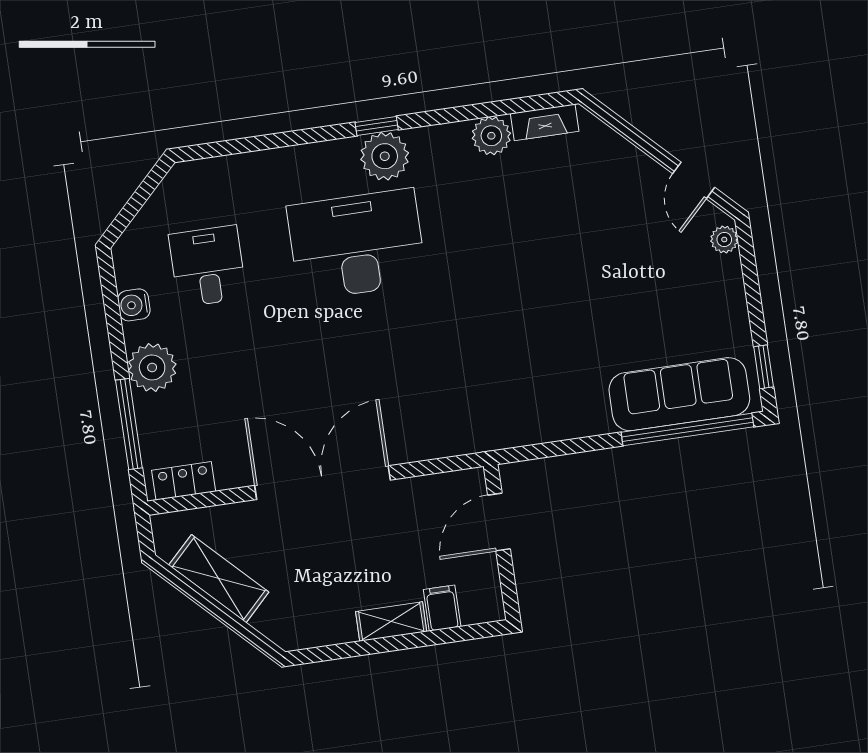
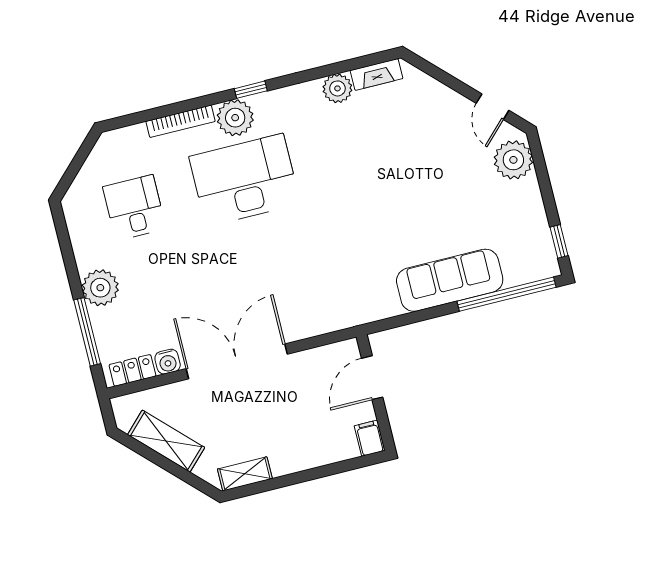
plant: (385, 156) -> (235, 118), moved
bookcase: (280, 158) -> (181, 121), added
plant: (724, 239) -> (513, 160), width x1.87, depth x1.87
water cooler: (134, 305) -> (168, 362), moved, turned -90
sofa: (679, 394) -> (450, 280), moved
filing cabinet: (442, 608) -> (370, 438), moved
shelving: (391, 622) -> (245, 474), moved

